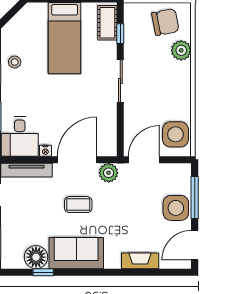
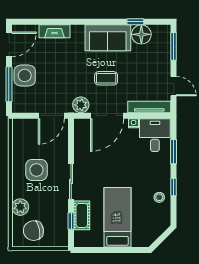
cot: (107, 23) -> (82, 215), moved
side table: (176, 134) -> (36, 170), moved

